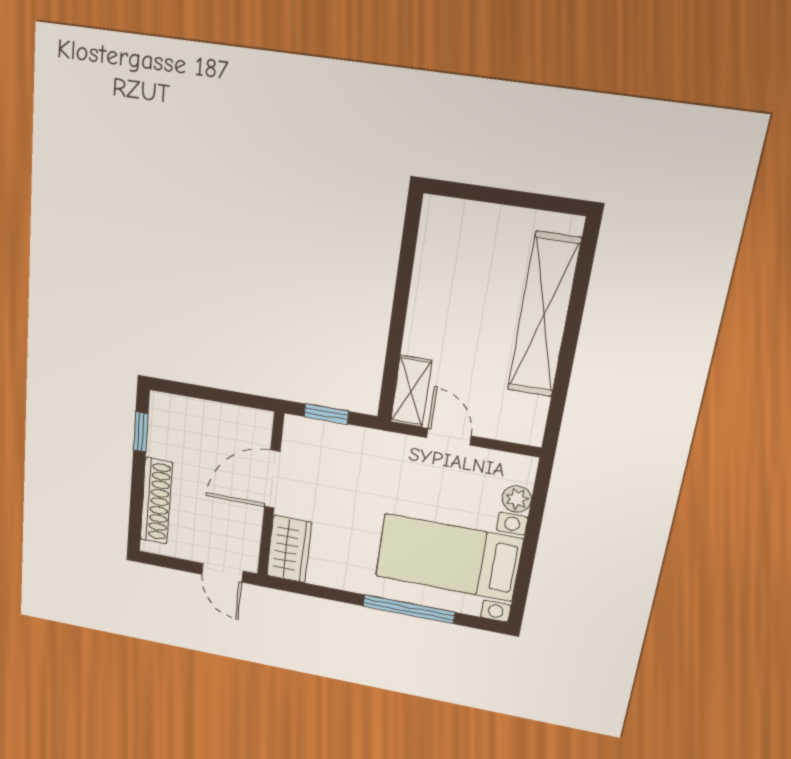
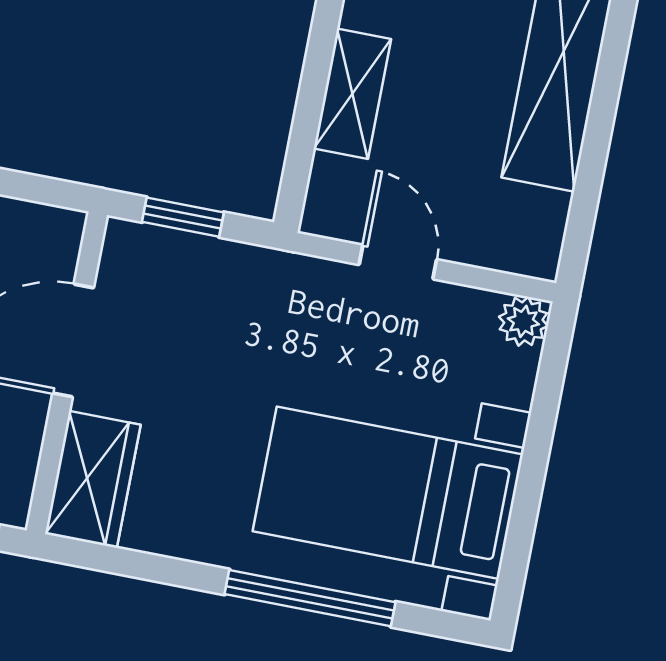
shelving: (411, 391) -> (352, 94), moved
plant: (517, 499) -> (523, 321), moved

